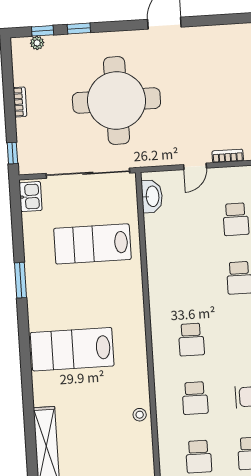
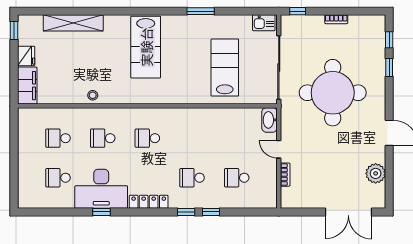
plant: (37, 43) -> (376, 173), moved, width x1.87, depth x1.87
washbasin: (152, 196) -> (269, 120), moved, turned 90
lab bench: (72, 349) -> (146, 47), turned 180

